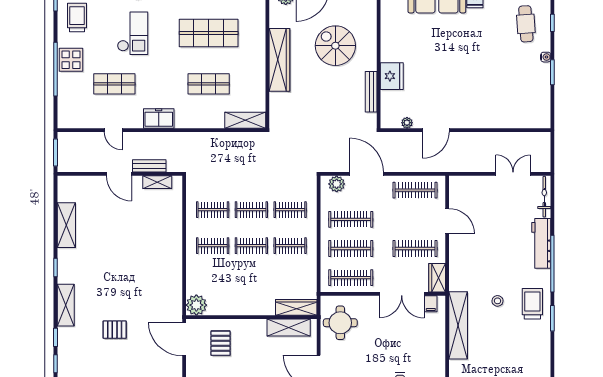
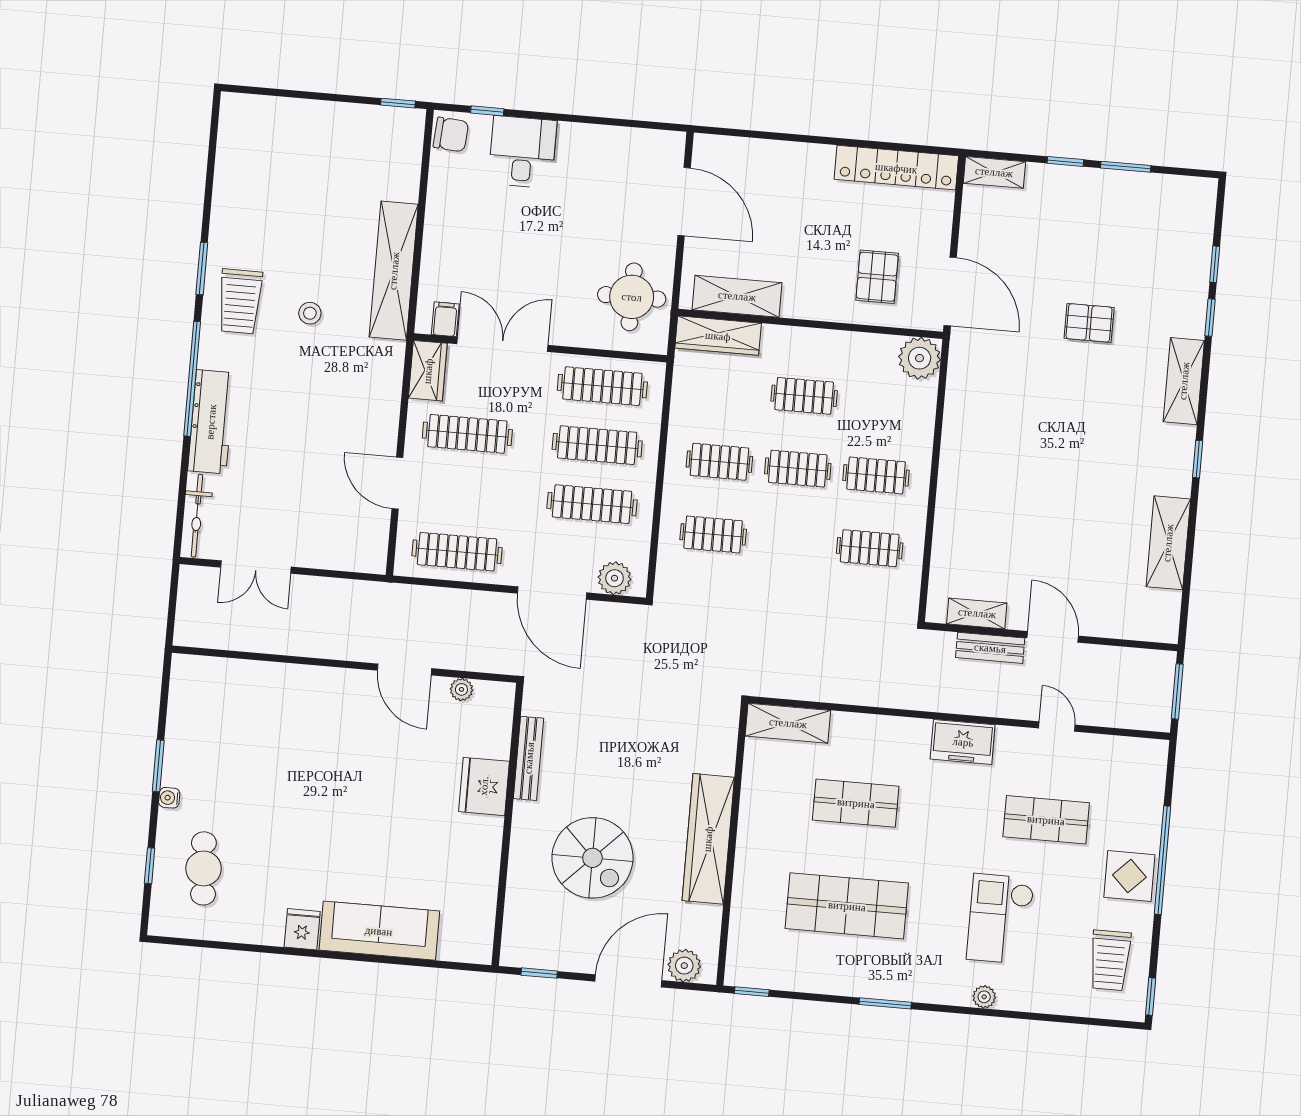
door: (436, 130) -> (405, 669), swing flipped
clothes rail: (251, 210) -> (804, 396), moved

